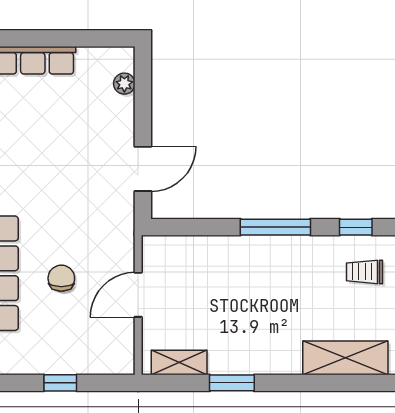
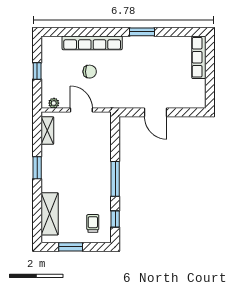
plant: (124, 84) -> (54, 103), moved
door: (143, 169) -> (156, 112), moved
window: (232, 383) -> (37, 168), moved

